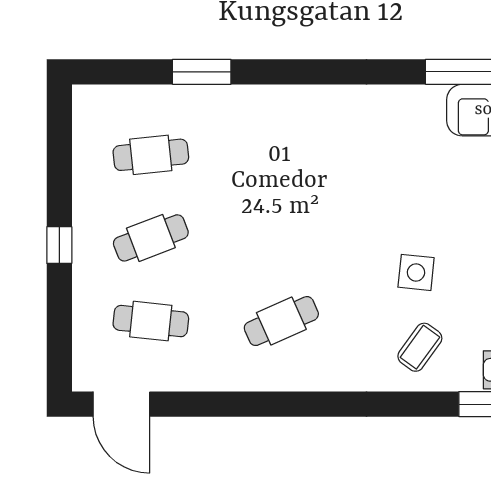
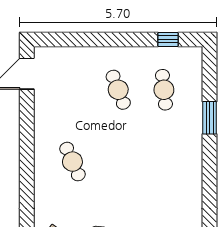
window: (59, 245) -> (168, 39), moved
cafe table: (151, 321) -> (72, 90), removed

